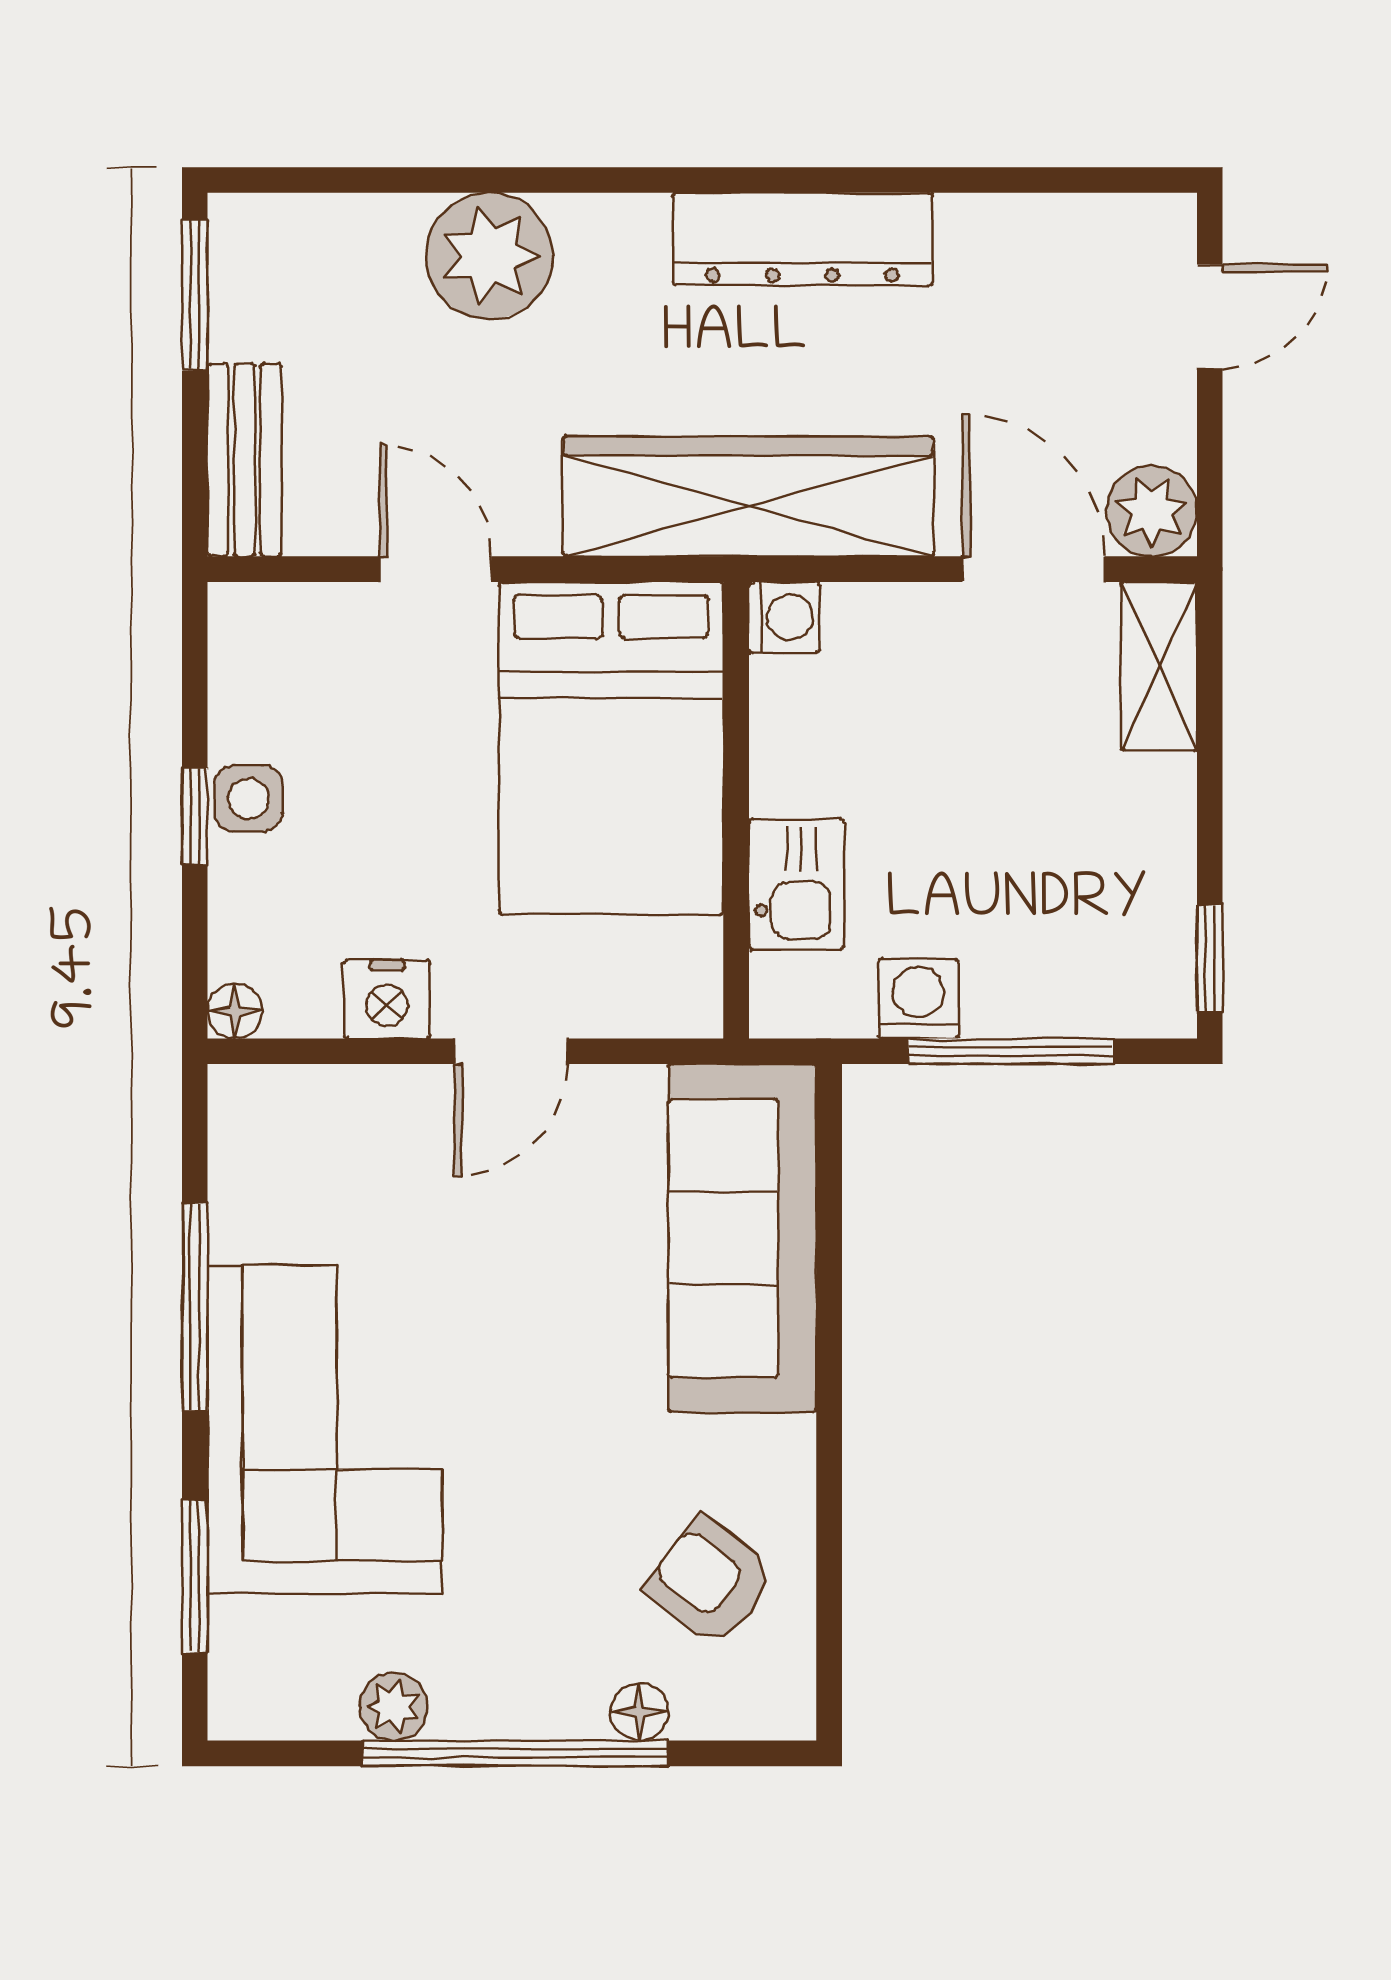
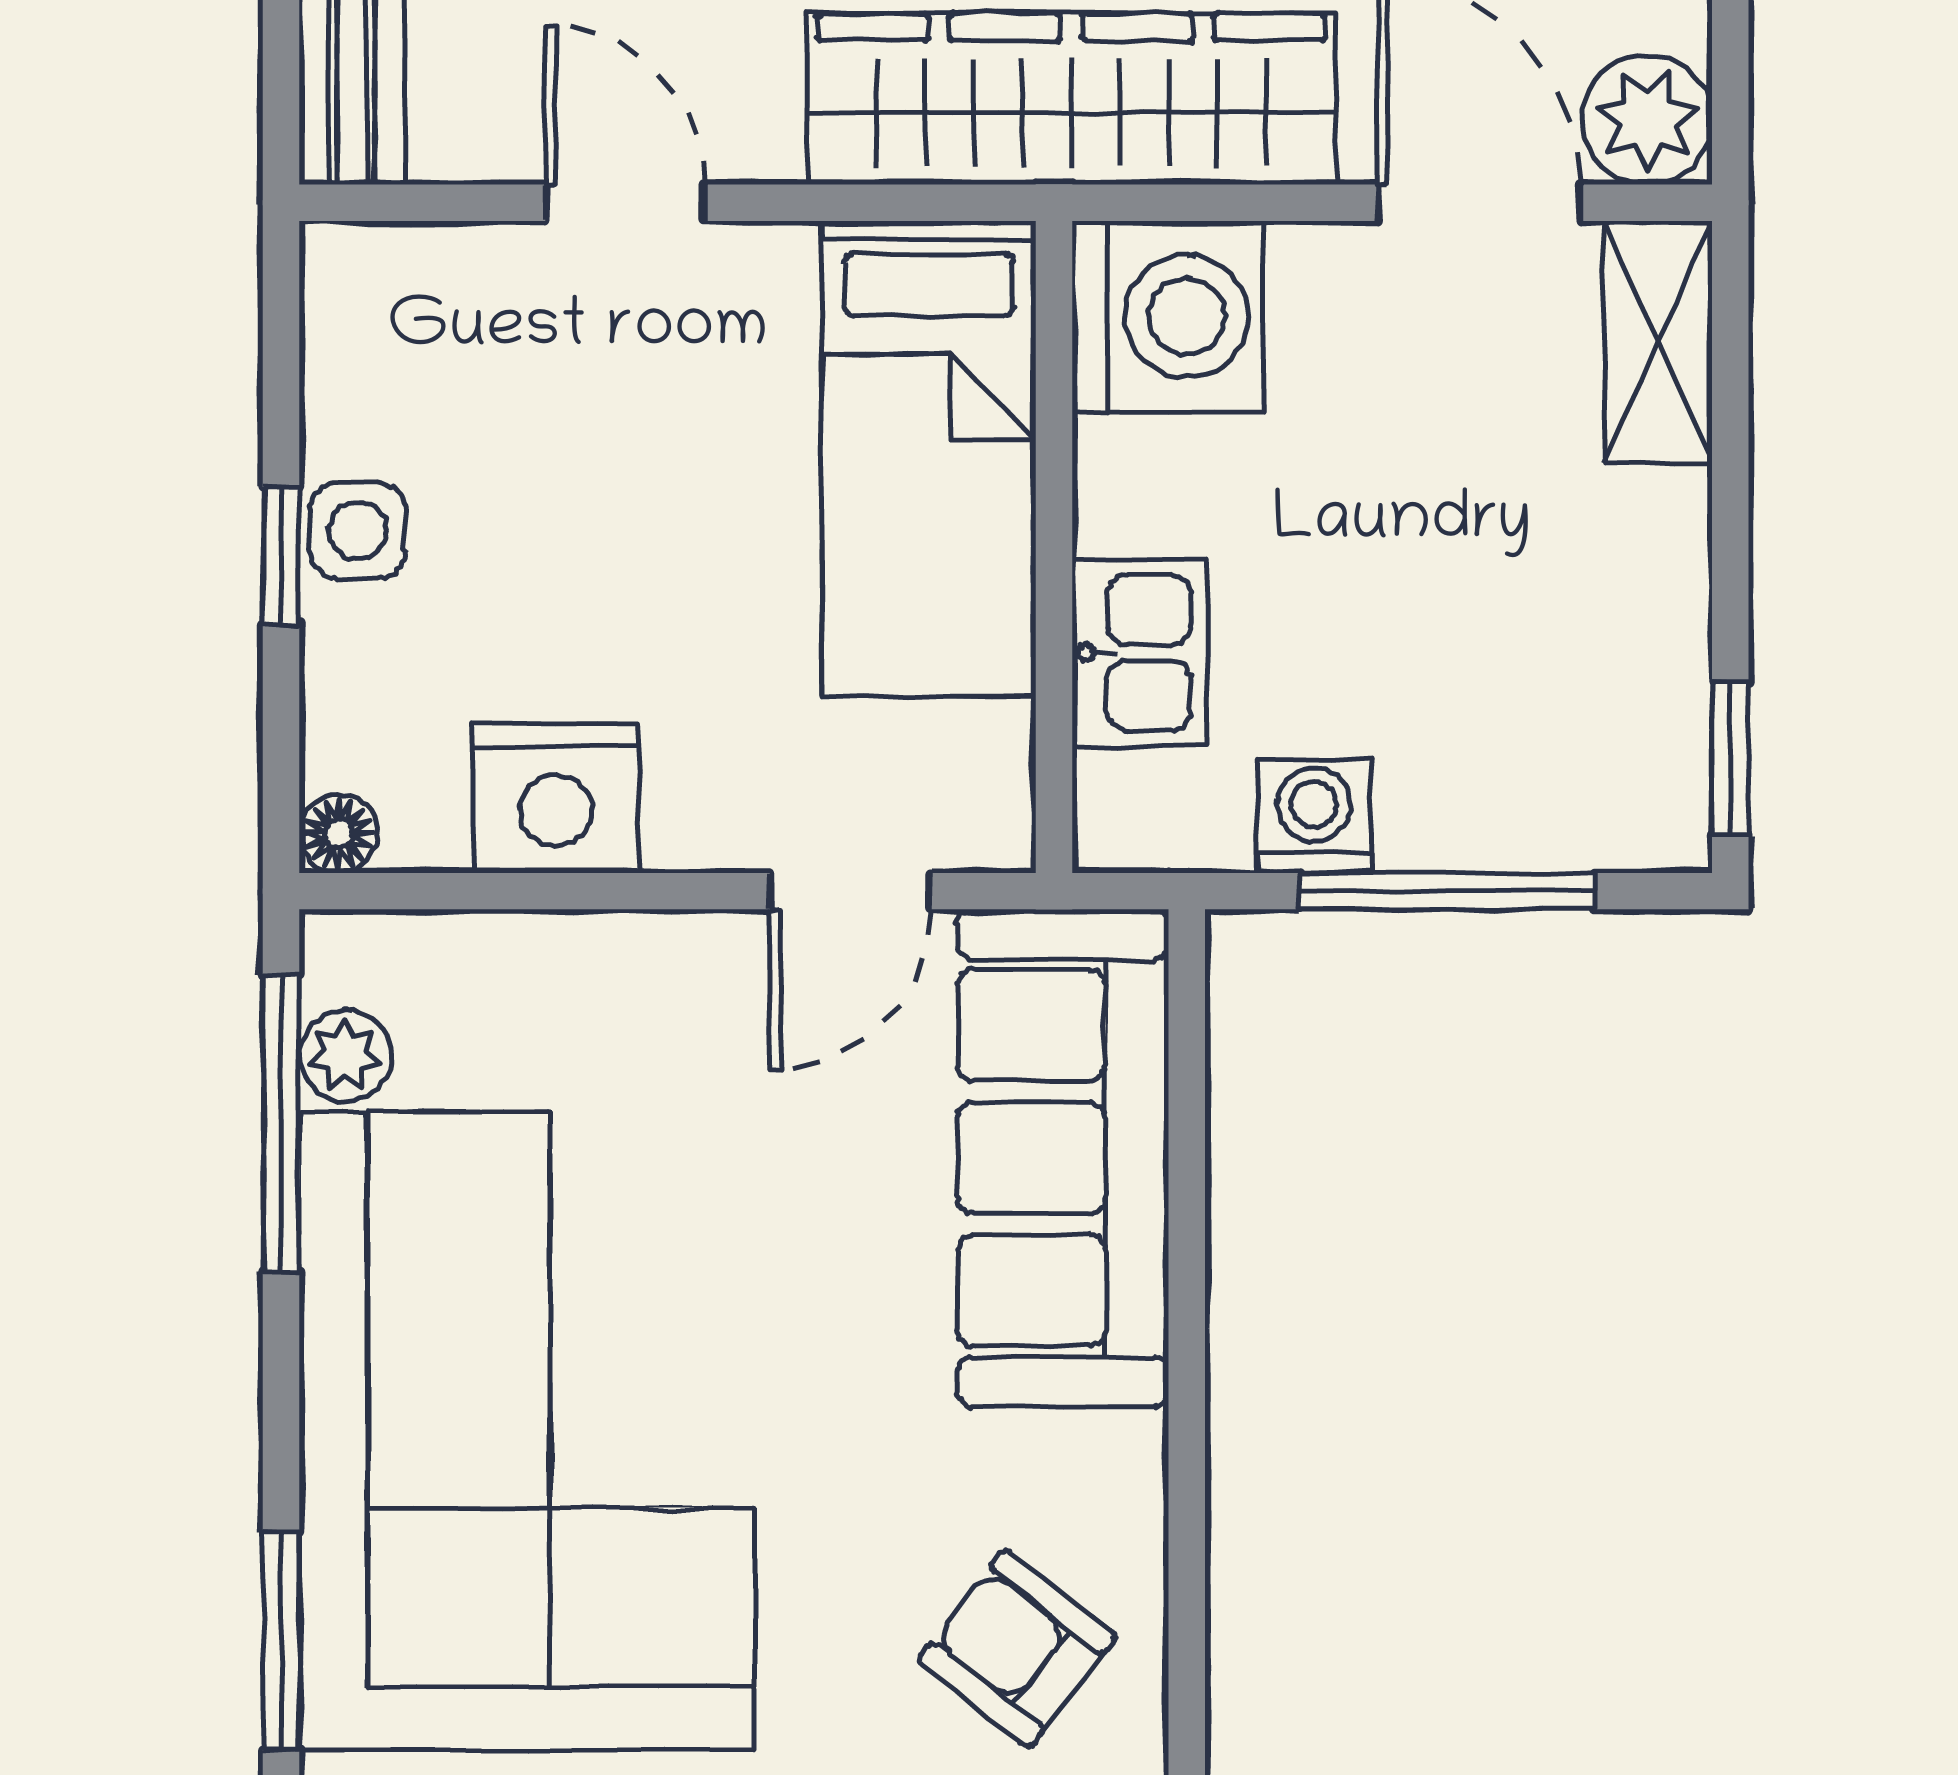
washing machine: (784, 617) -> (1168, 316), width x1.89, depth x1.89
bed: (611, 748) -> (929, 458), width x0.67
nightstand: (387, 999) -> (556, 798), width x1.36, depth x1.33
door: (511, 1051) -> (850, 891), moved
plant: (240, 1167) -> (345, 1056), added
window: (195, 1307) -> (281, 1124), moved
corner sofa: (325, 1430) -> (527, 1431), width x1.36, depth x1.36

